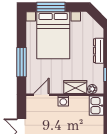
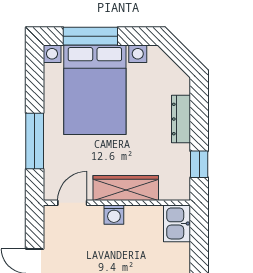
wardrobe: (75, 87) -> (126, 188), width x1.50
plant: (92, 89) -> (169, 192), removed

